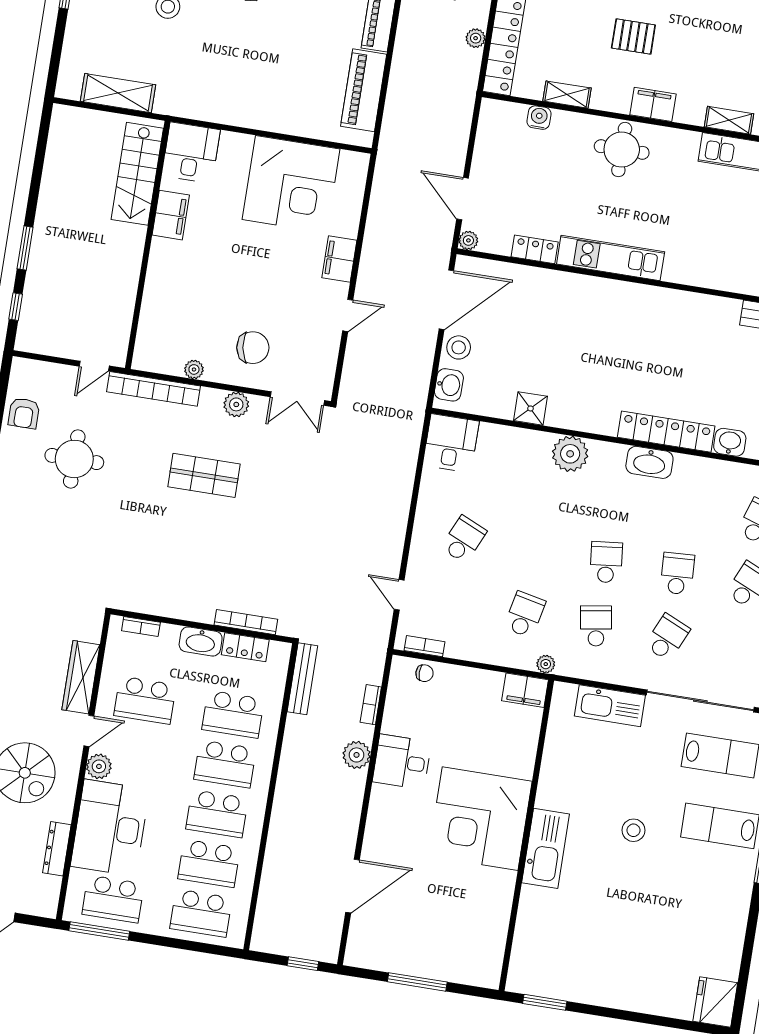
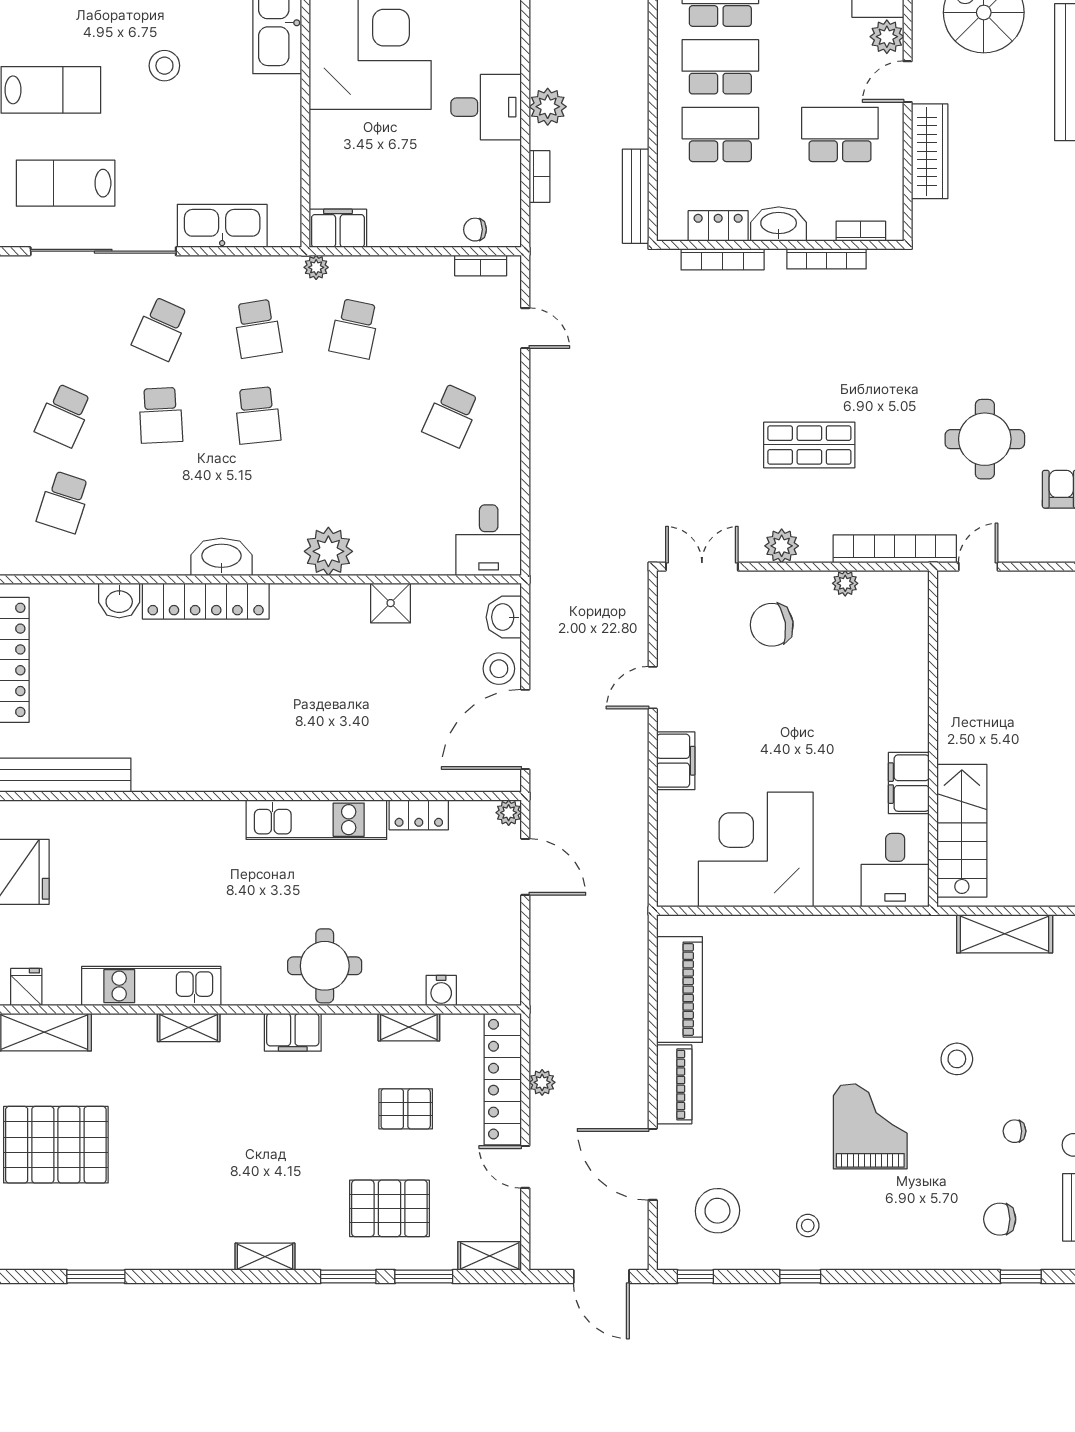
pallet: (633, 36) -> (406, 1109), moved
bookcase: (169, 610) -> (827, 259), added

